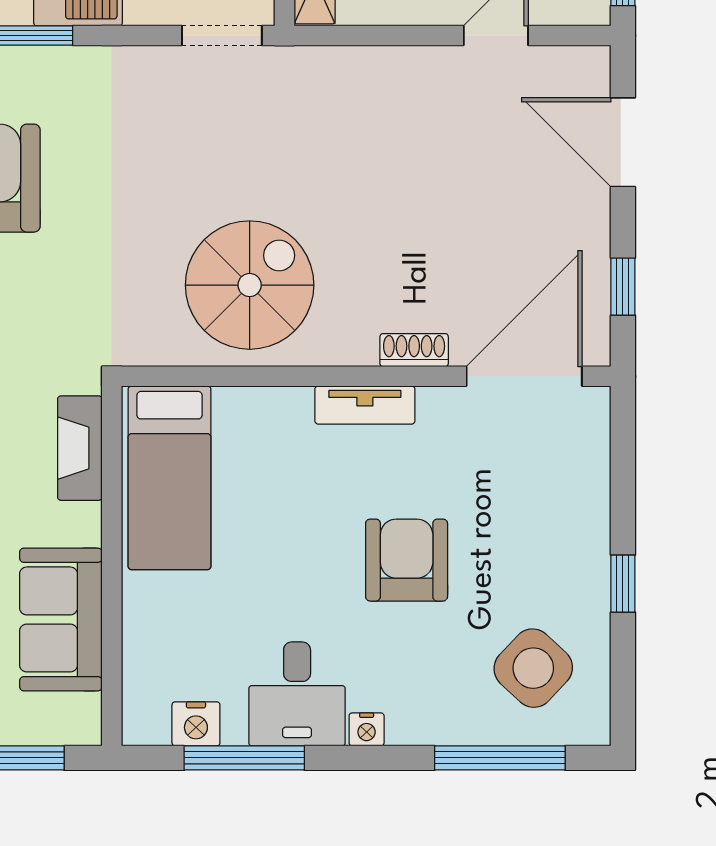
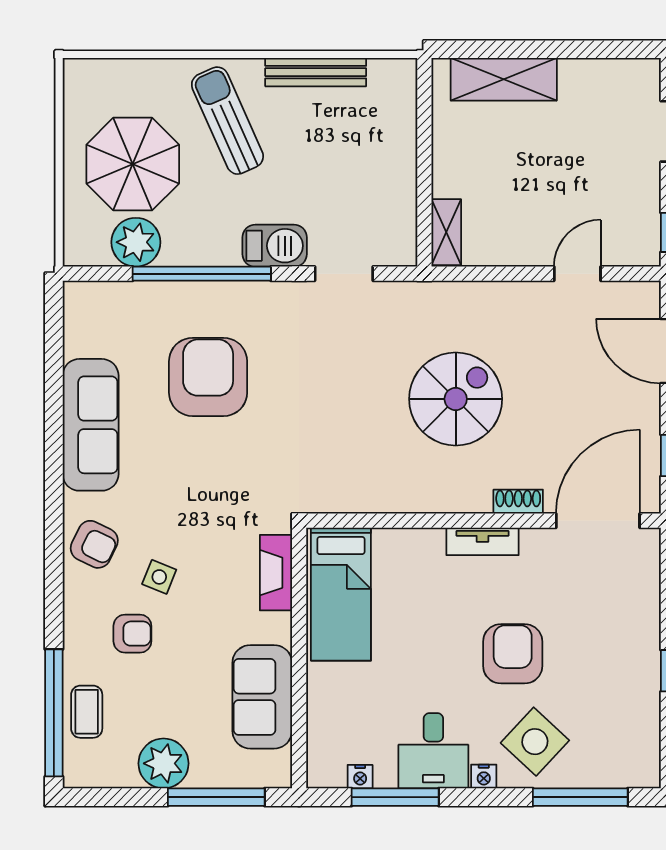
doorway: (222, 36) -> (344, 274), moved
spiral stairs: (250, 285) -> (456, 399), moved
side table: (533, 668) -> (535, 742), moved
nightstand: (196, 724) -> (360, 777), width x0.72, depth x0.74

